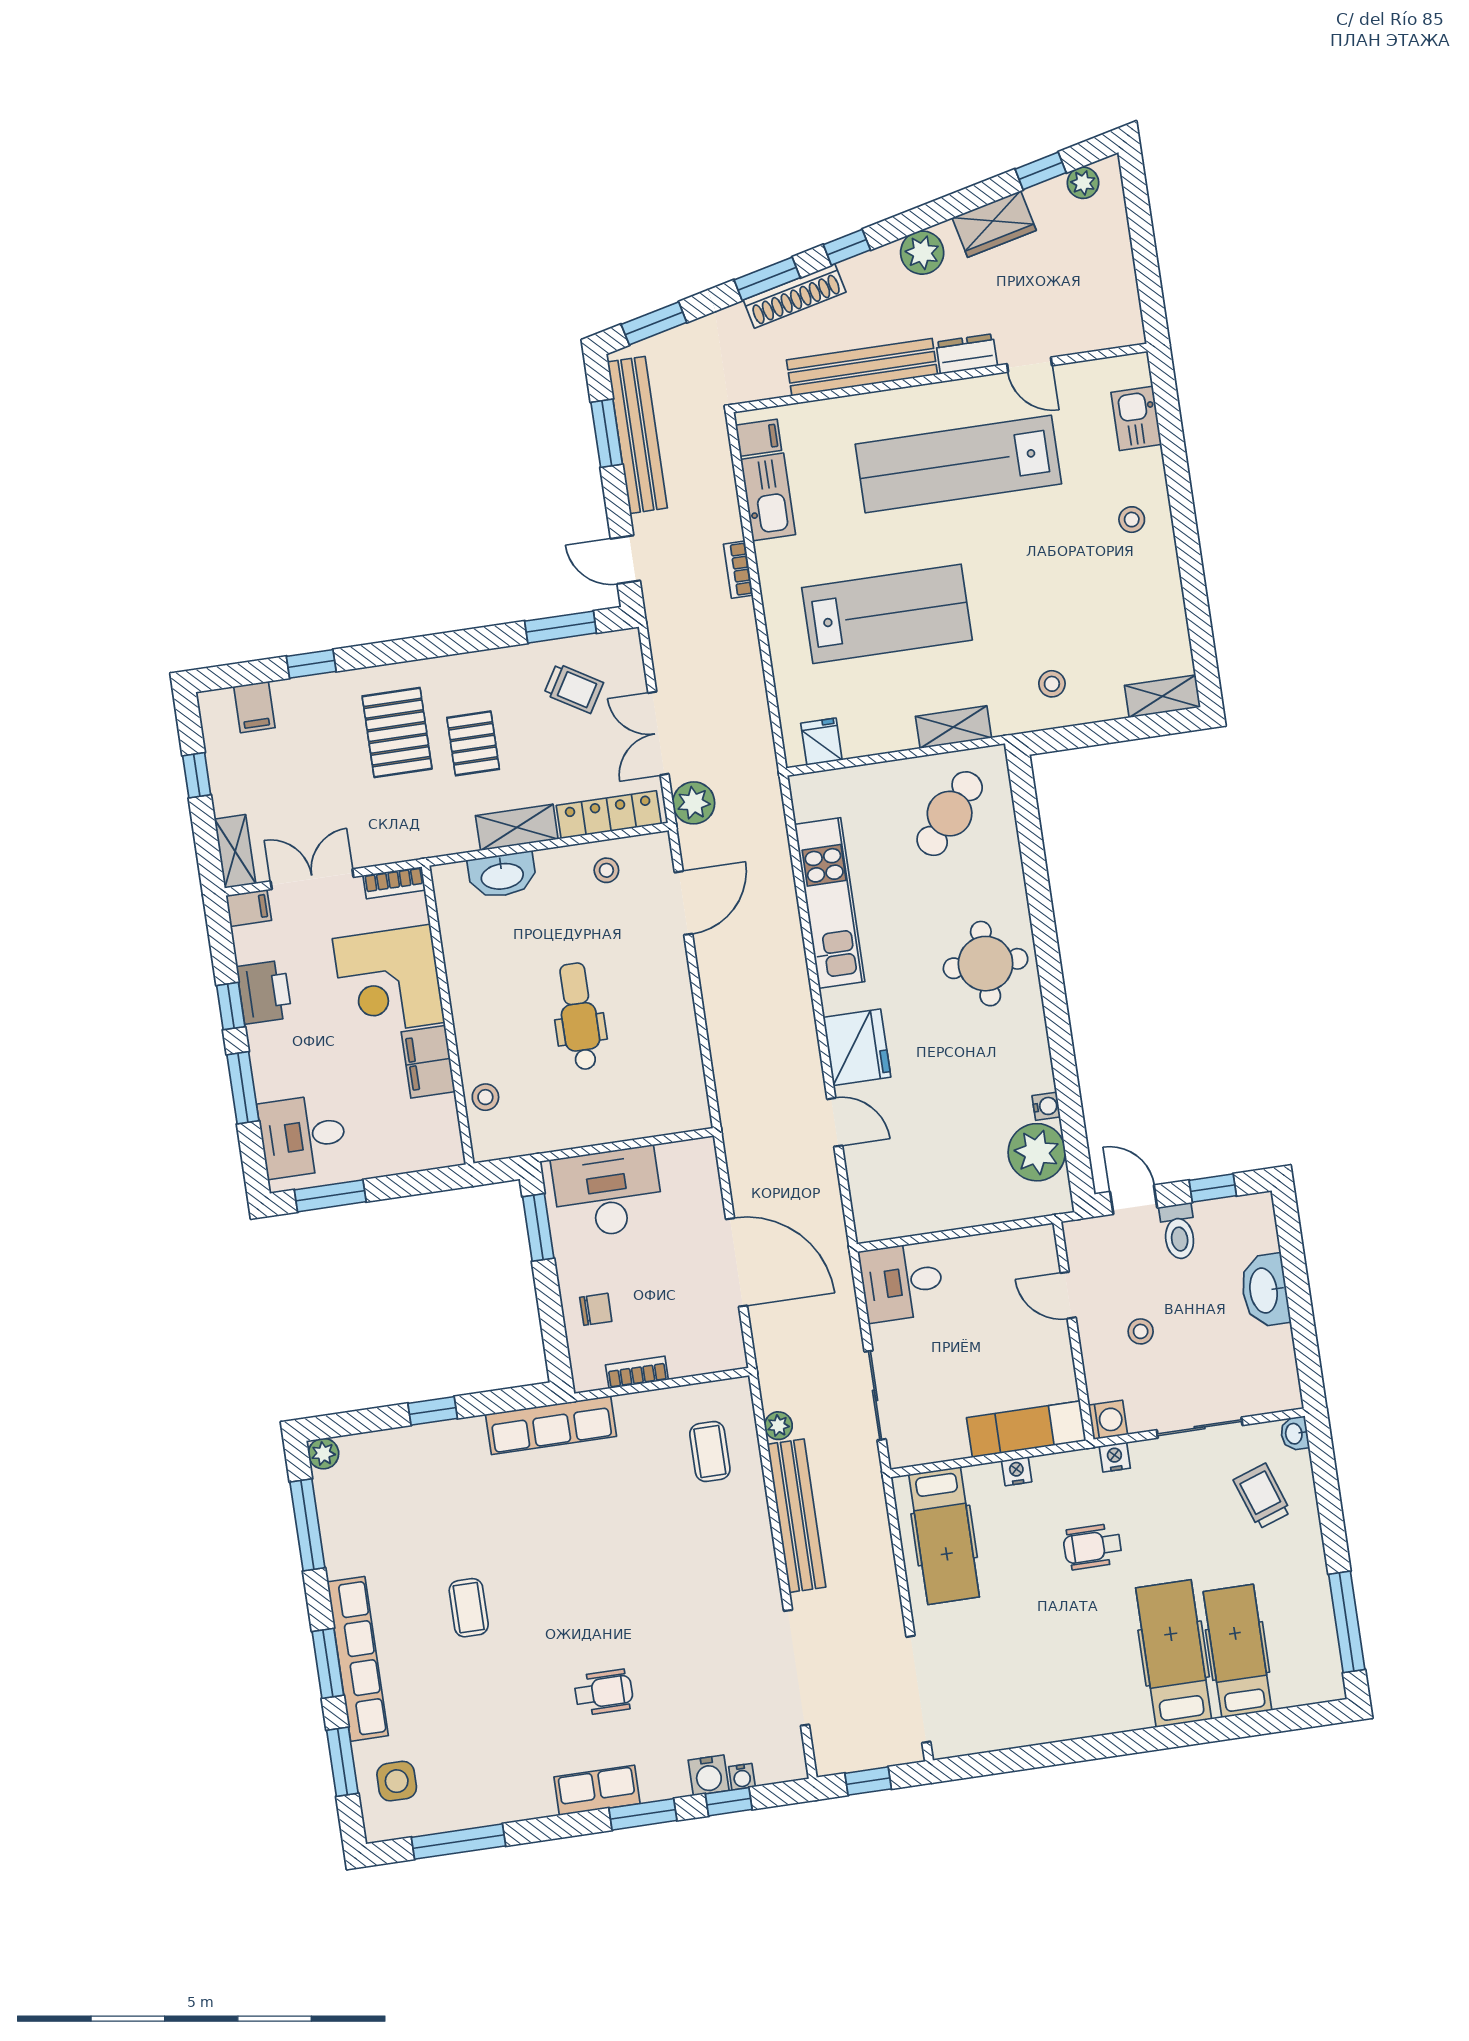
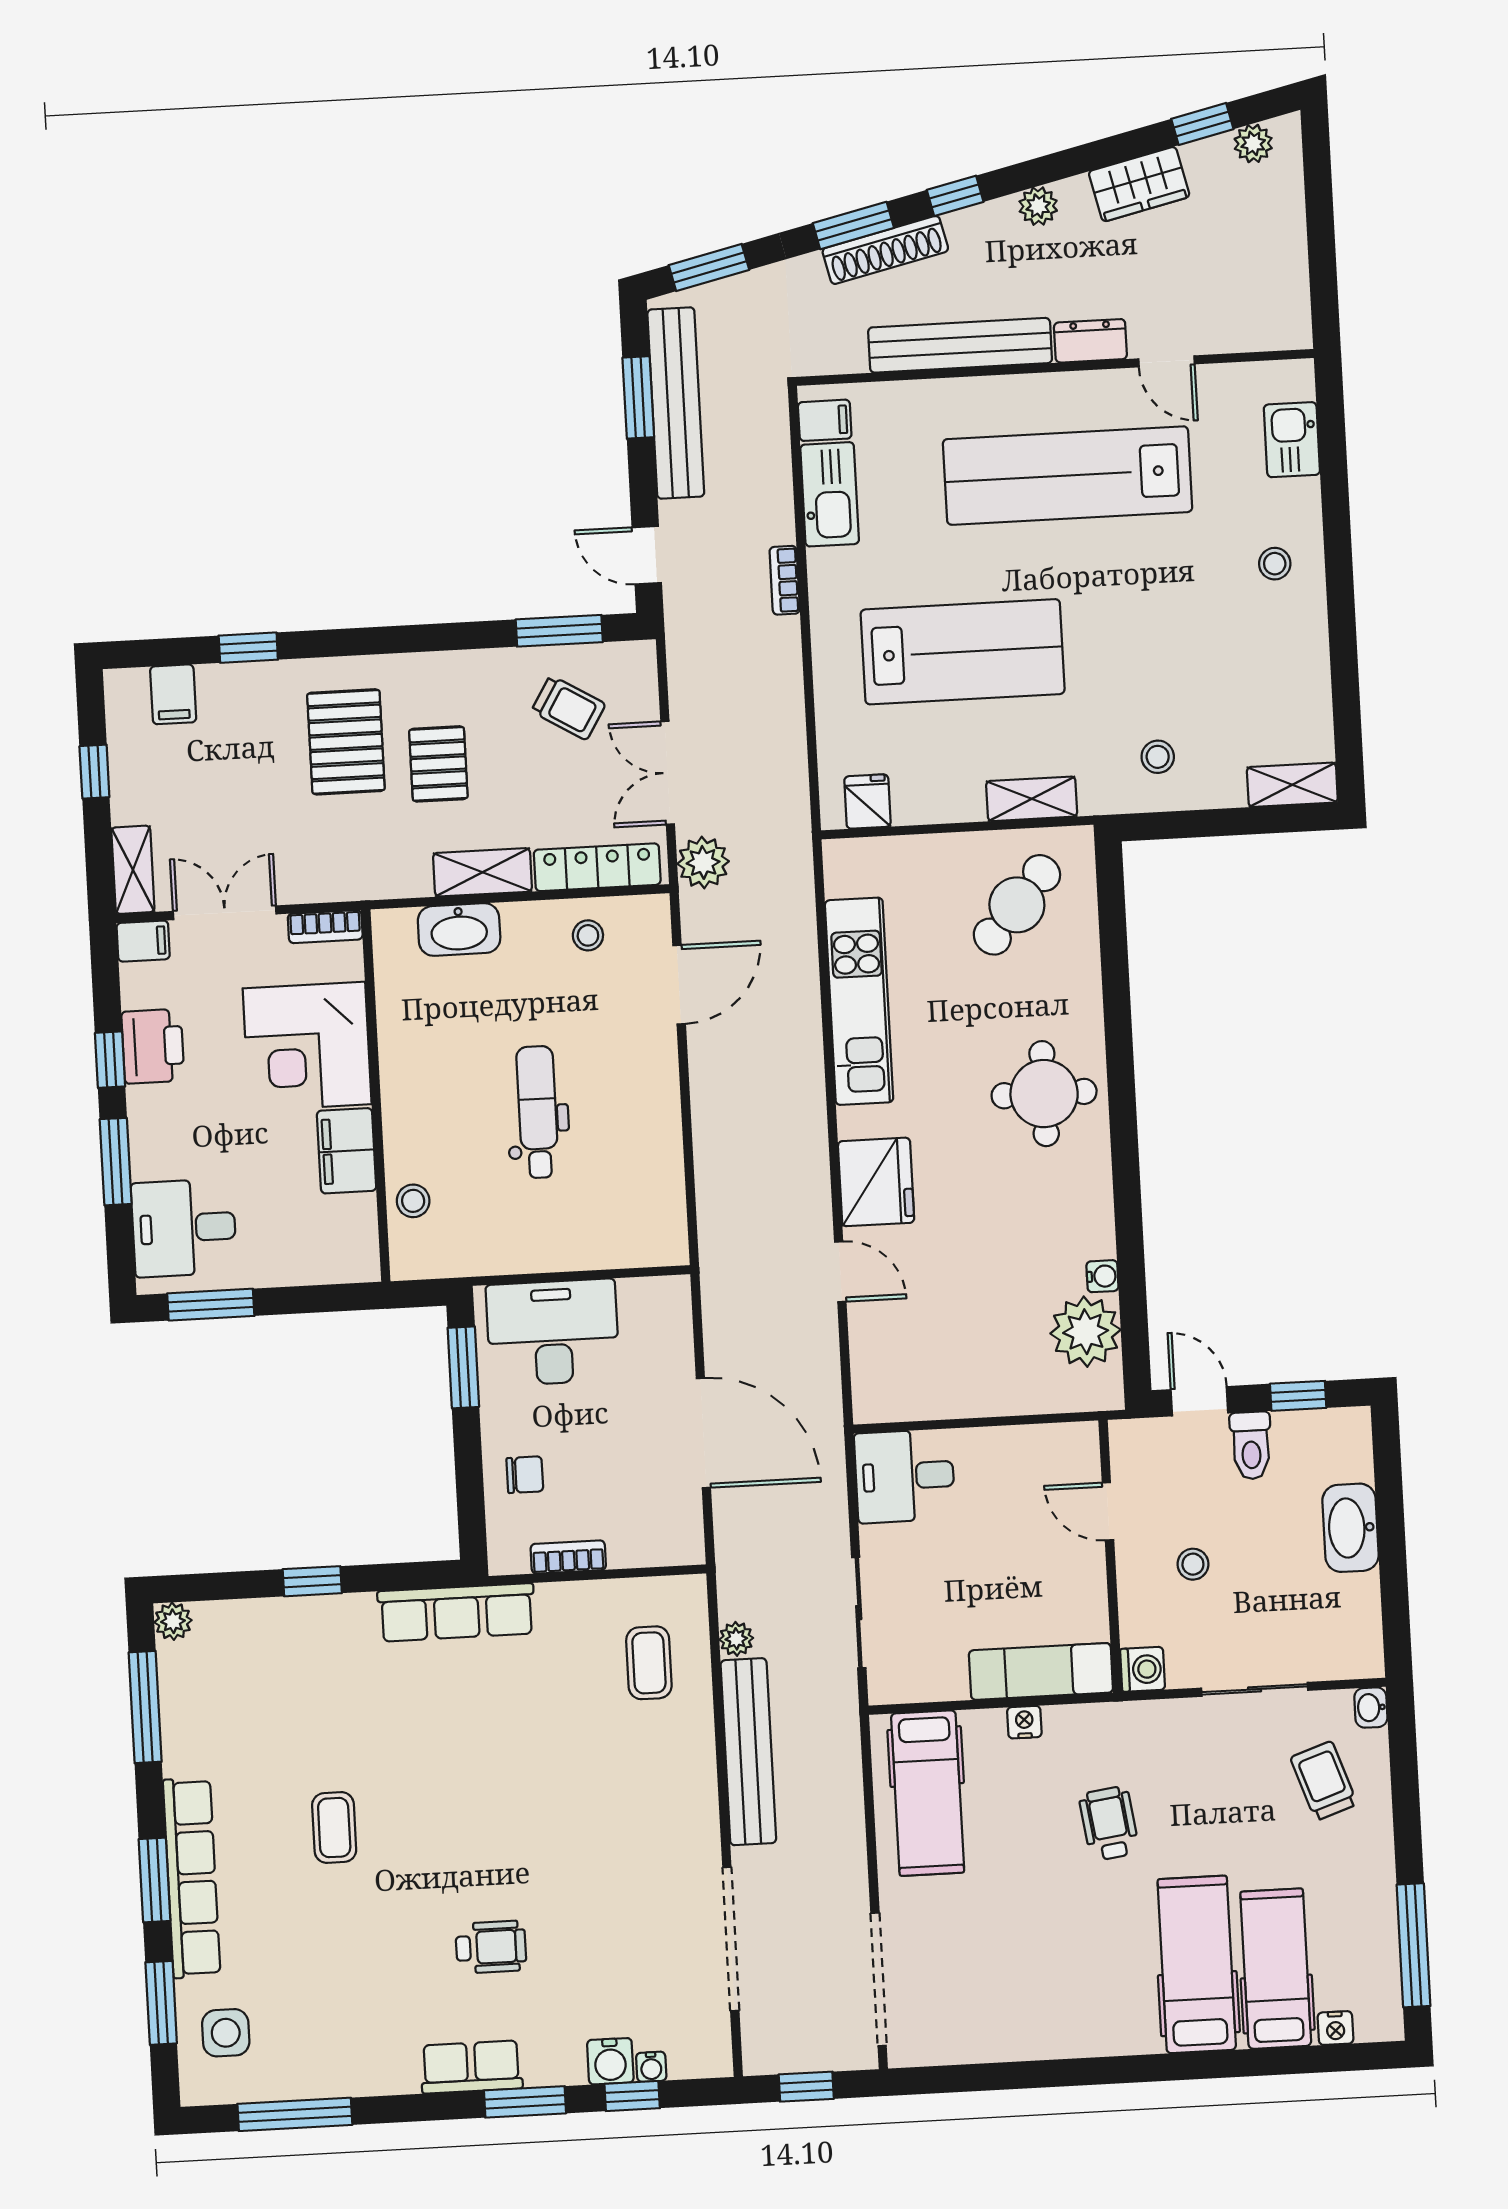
plant: (922, 253) -> (1038, 206), width x0.73, depth x0.73
nightstand: (1115, 1457) -> (1335, 2028), moved, turned 180
wheelchair: (1092, 1547) -> (1109, 1824), turned 82

